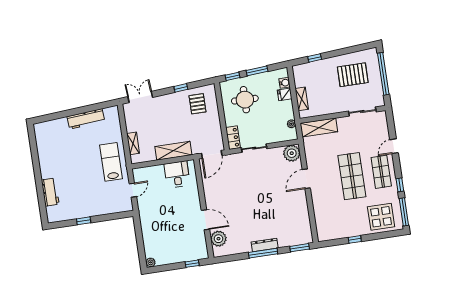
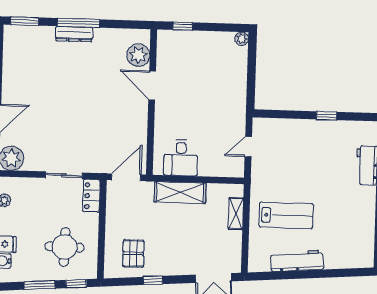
lab bench: (111, 162) -> (286, 215), moved, turned -90

